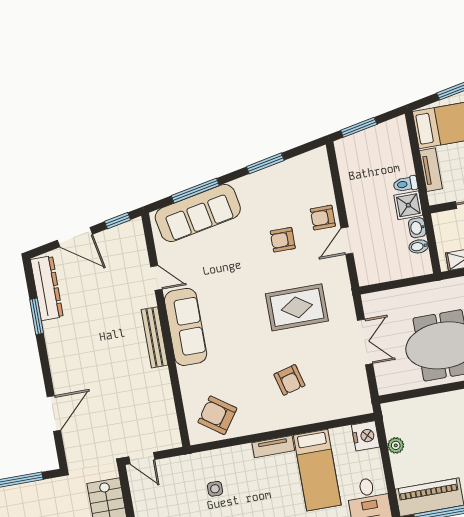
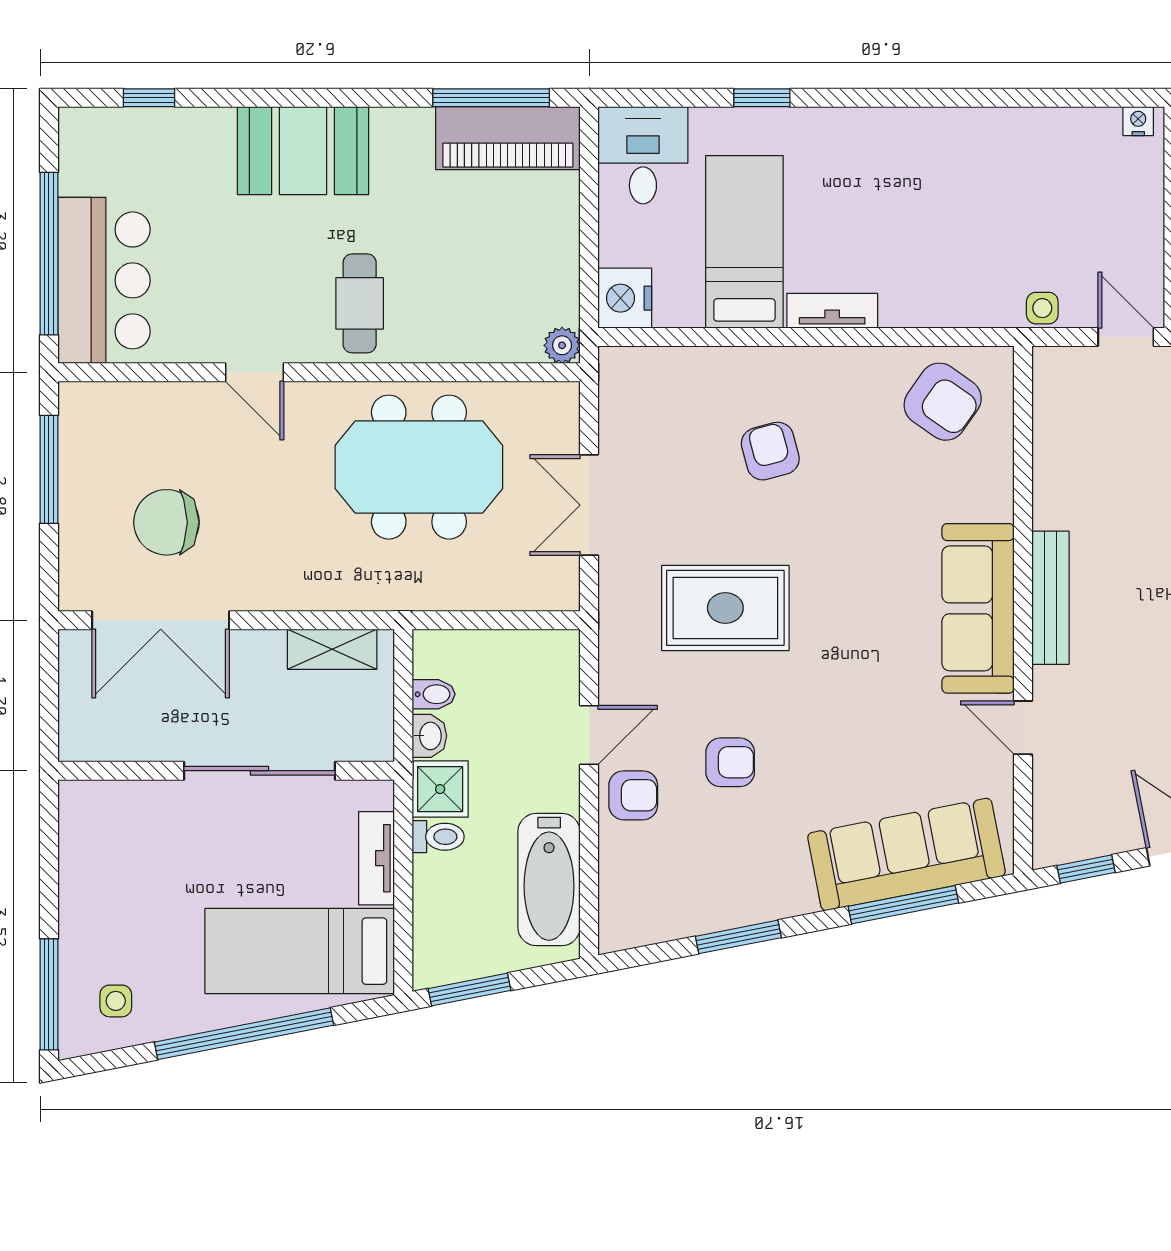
window: (359, 127) -> (470, 990), moved
bathtub: (353, 174) -> (549, 880), added
plant: (396, 445) -> (562, 345), moved
side table: (215, 489) -> (1042, 308), moved

